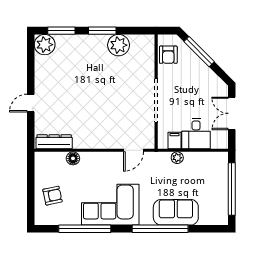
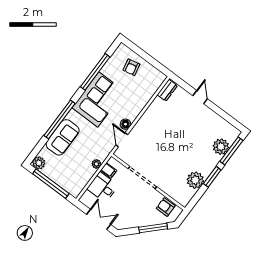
window: (61, 31) -> (231, 151), width x1.44
plant: (45, 45) -> (221, 147), moved
dresser: (54, 142) -> (167, 90), width x0.70
floor lamp: (73, 158) -> (125, 124), moved
plant: (220, 217) -> (39, 163), added

